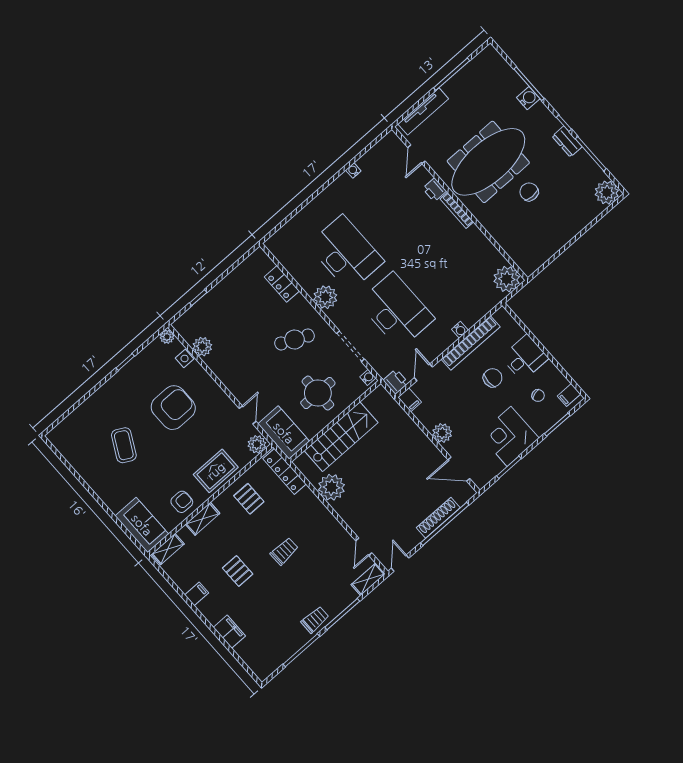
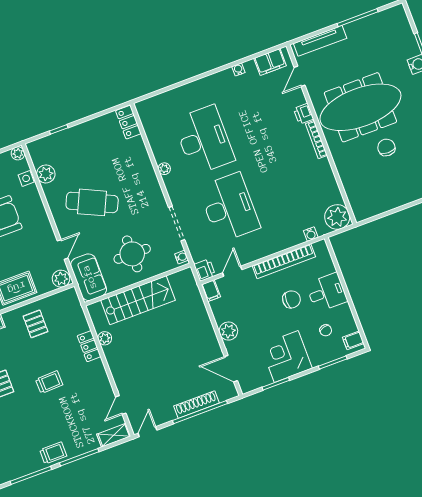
filing cabinet: (382, 151) -> (270, 62), added
locker: (282, 284) -> (128, 122), moved
plant: (325, 297) -> (164, 169), width x0.53, depth x0.53
water cooler: (460, 330) -> (311, 234), moved
cafe table: (295, 340) -> (92, 202), moved, width x1.37, depth x1.35
locker: (284, 471) -> (89, 346), moved, width x0.66
plant: (331, 487) -> (105, 338), width x0.53, depth x0.53

